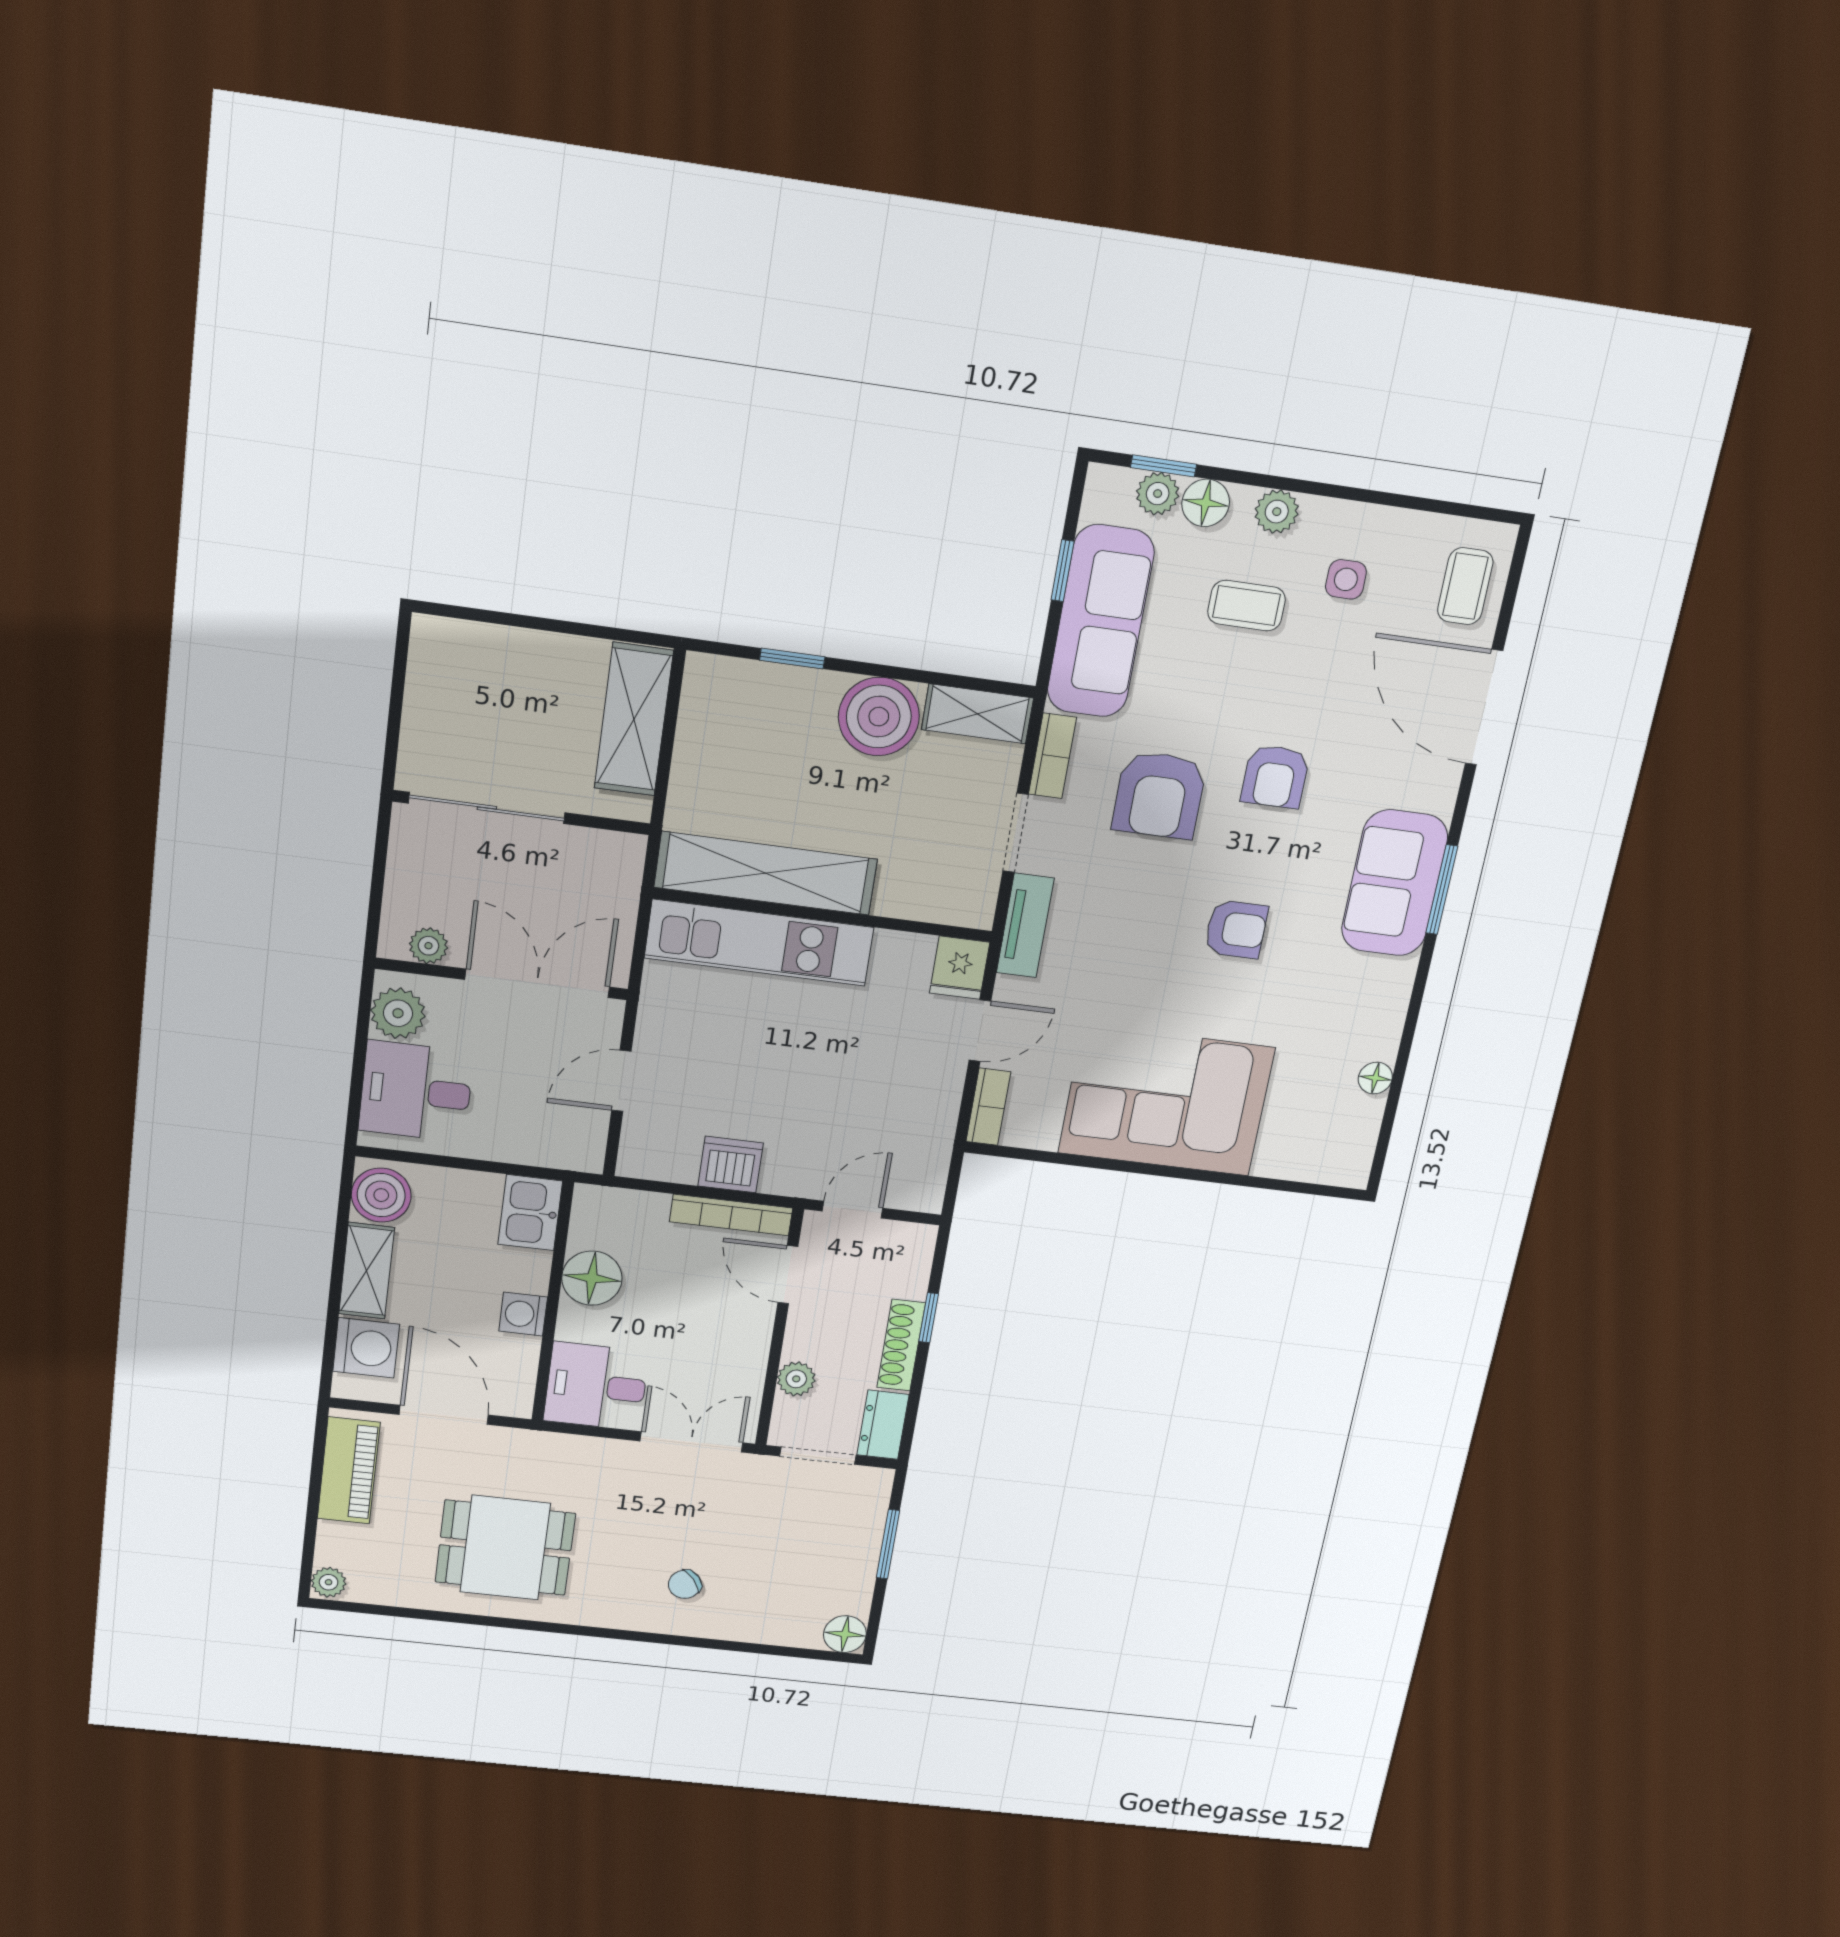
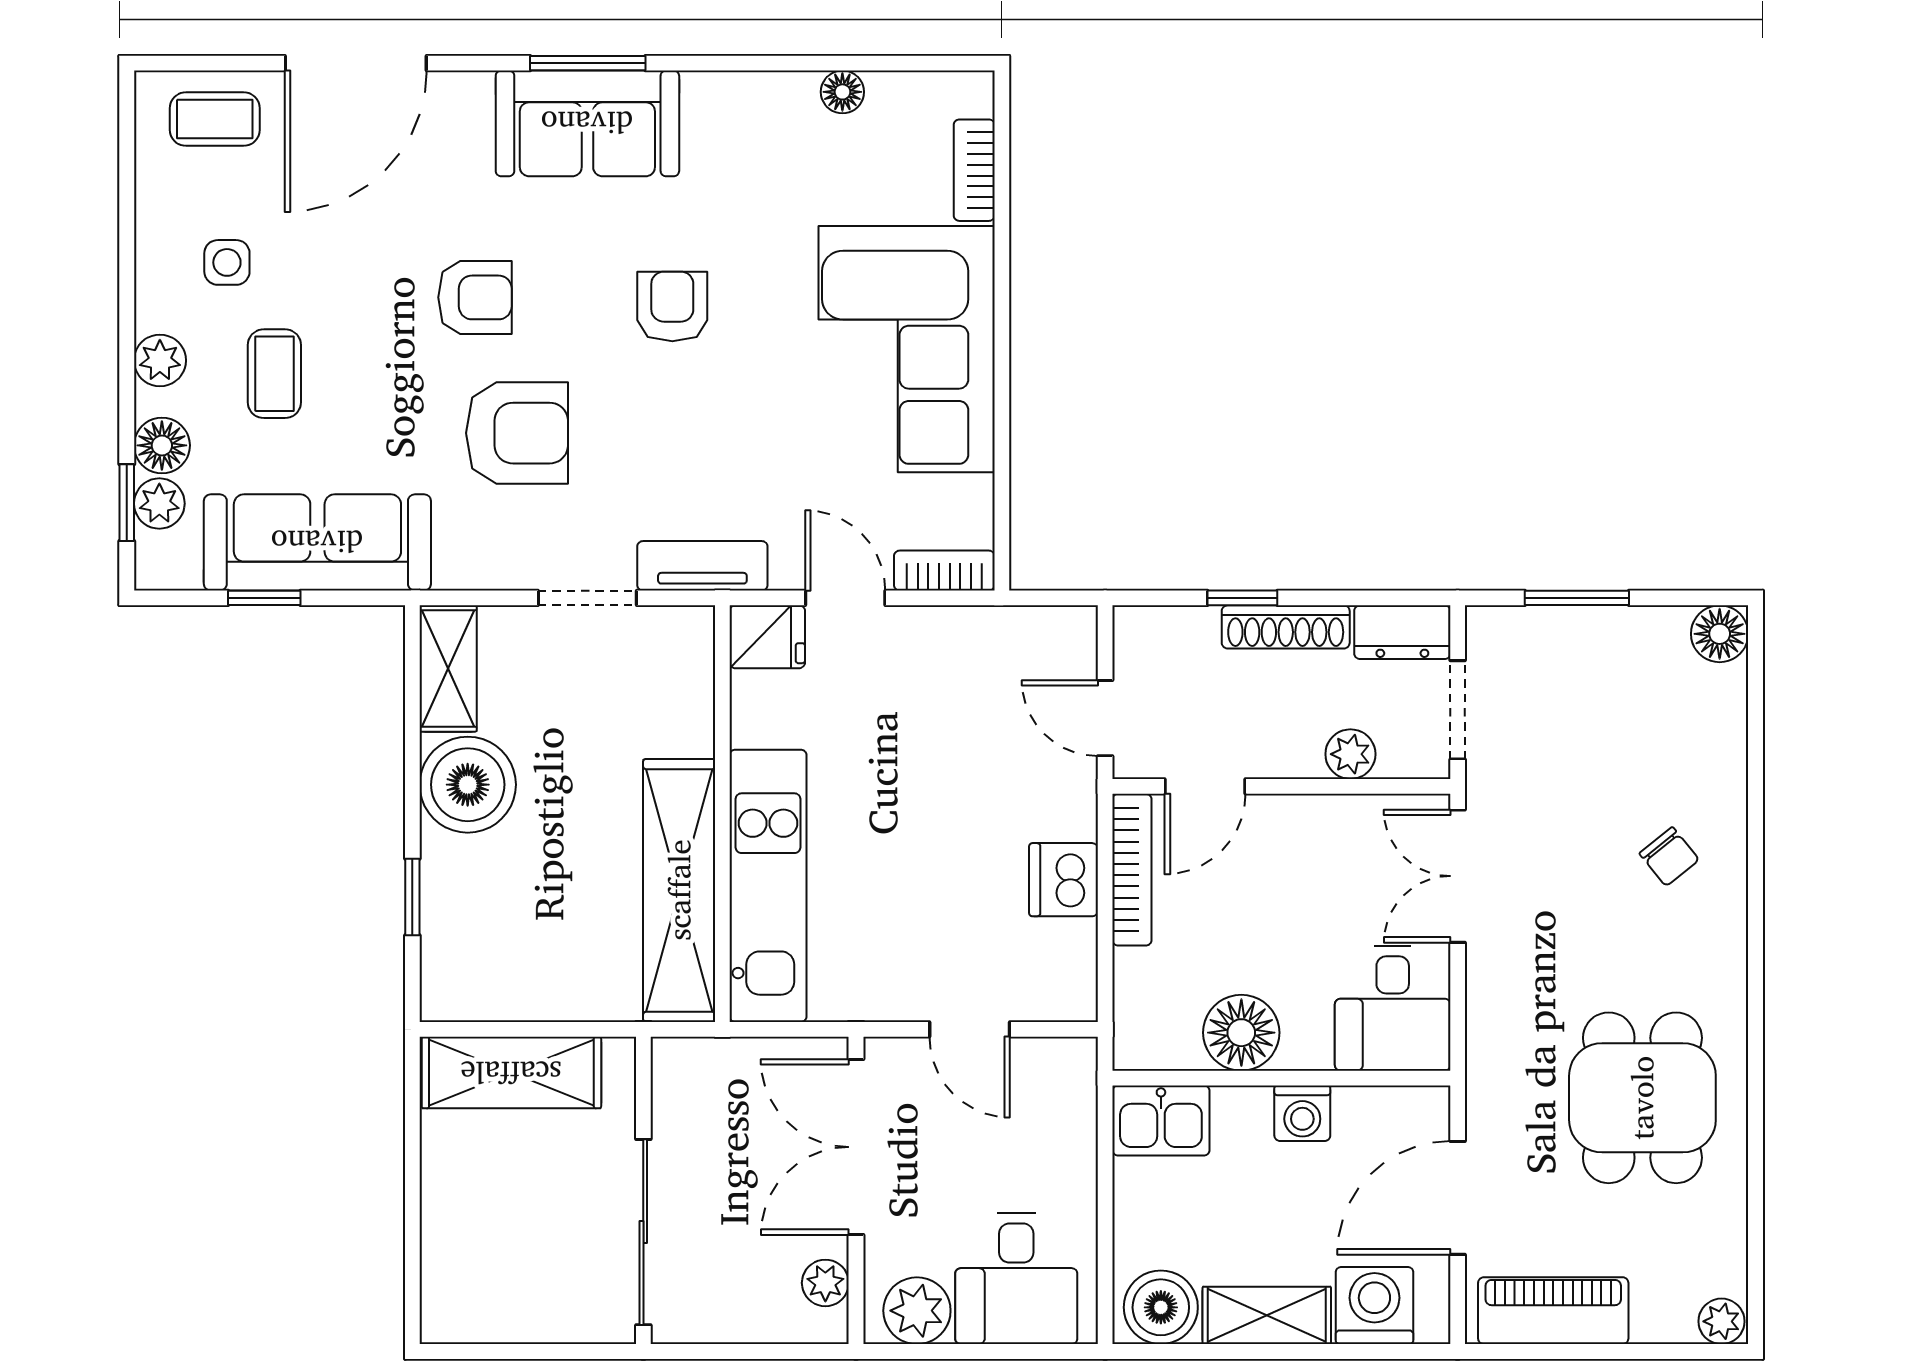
bookcase: (1052, 756) -> (974, 170), moved, turned -90

